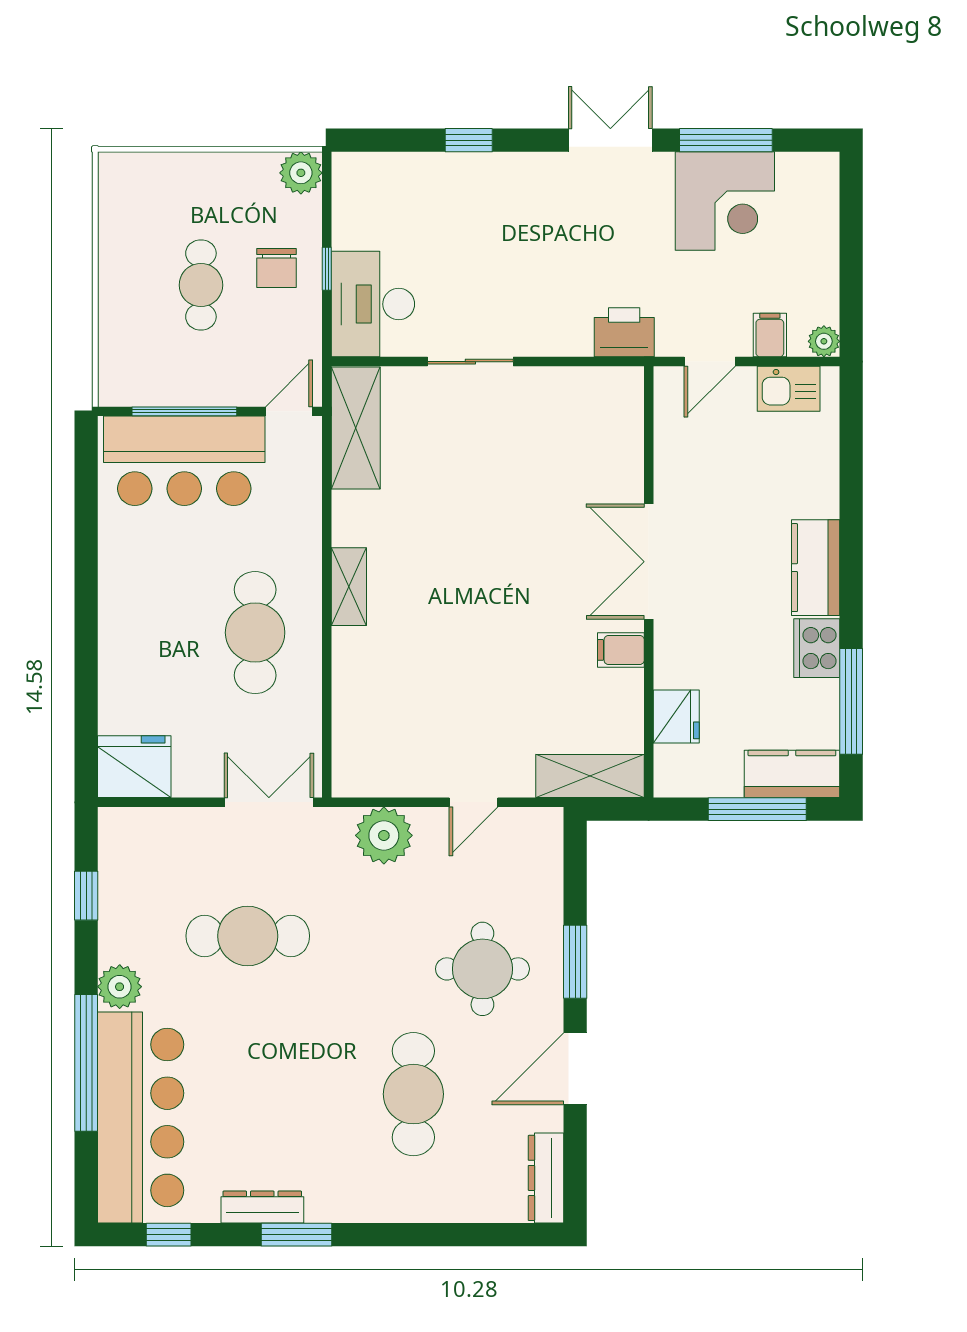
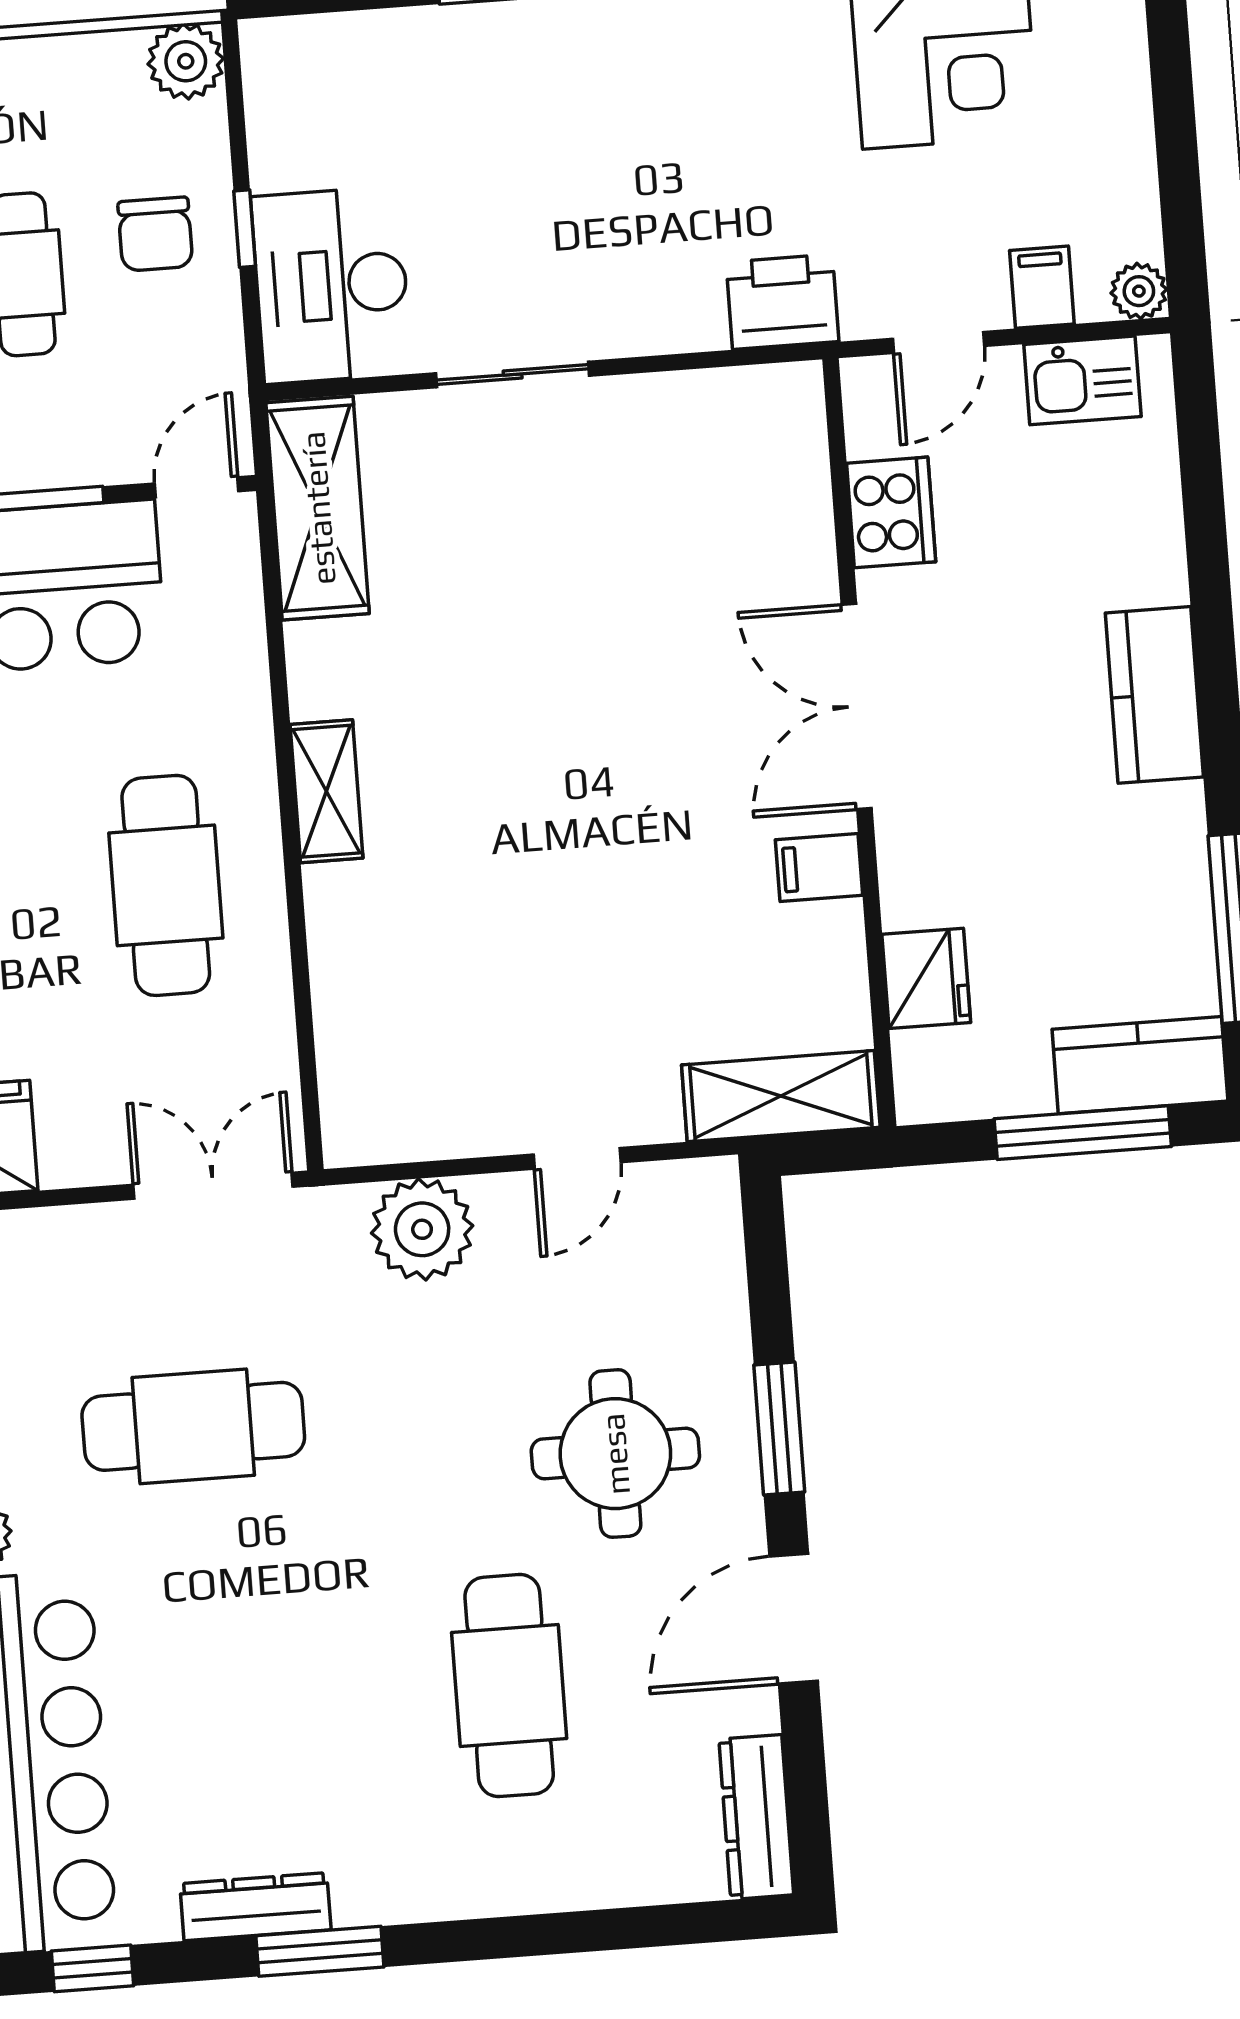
cooker: (817, 648) -> (891, 512), moved, turned 180

